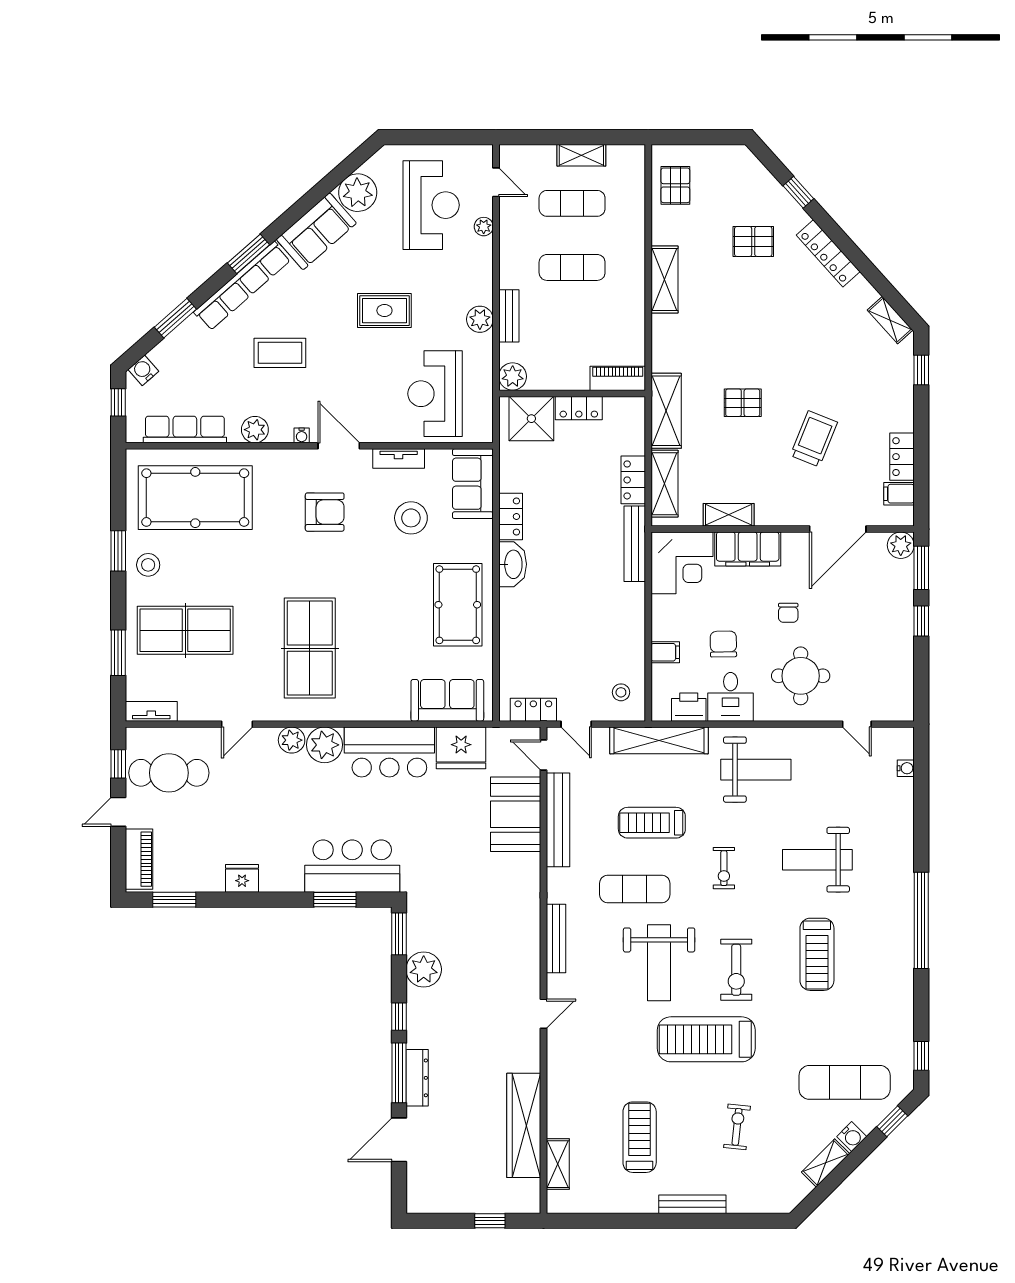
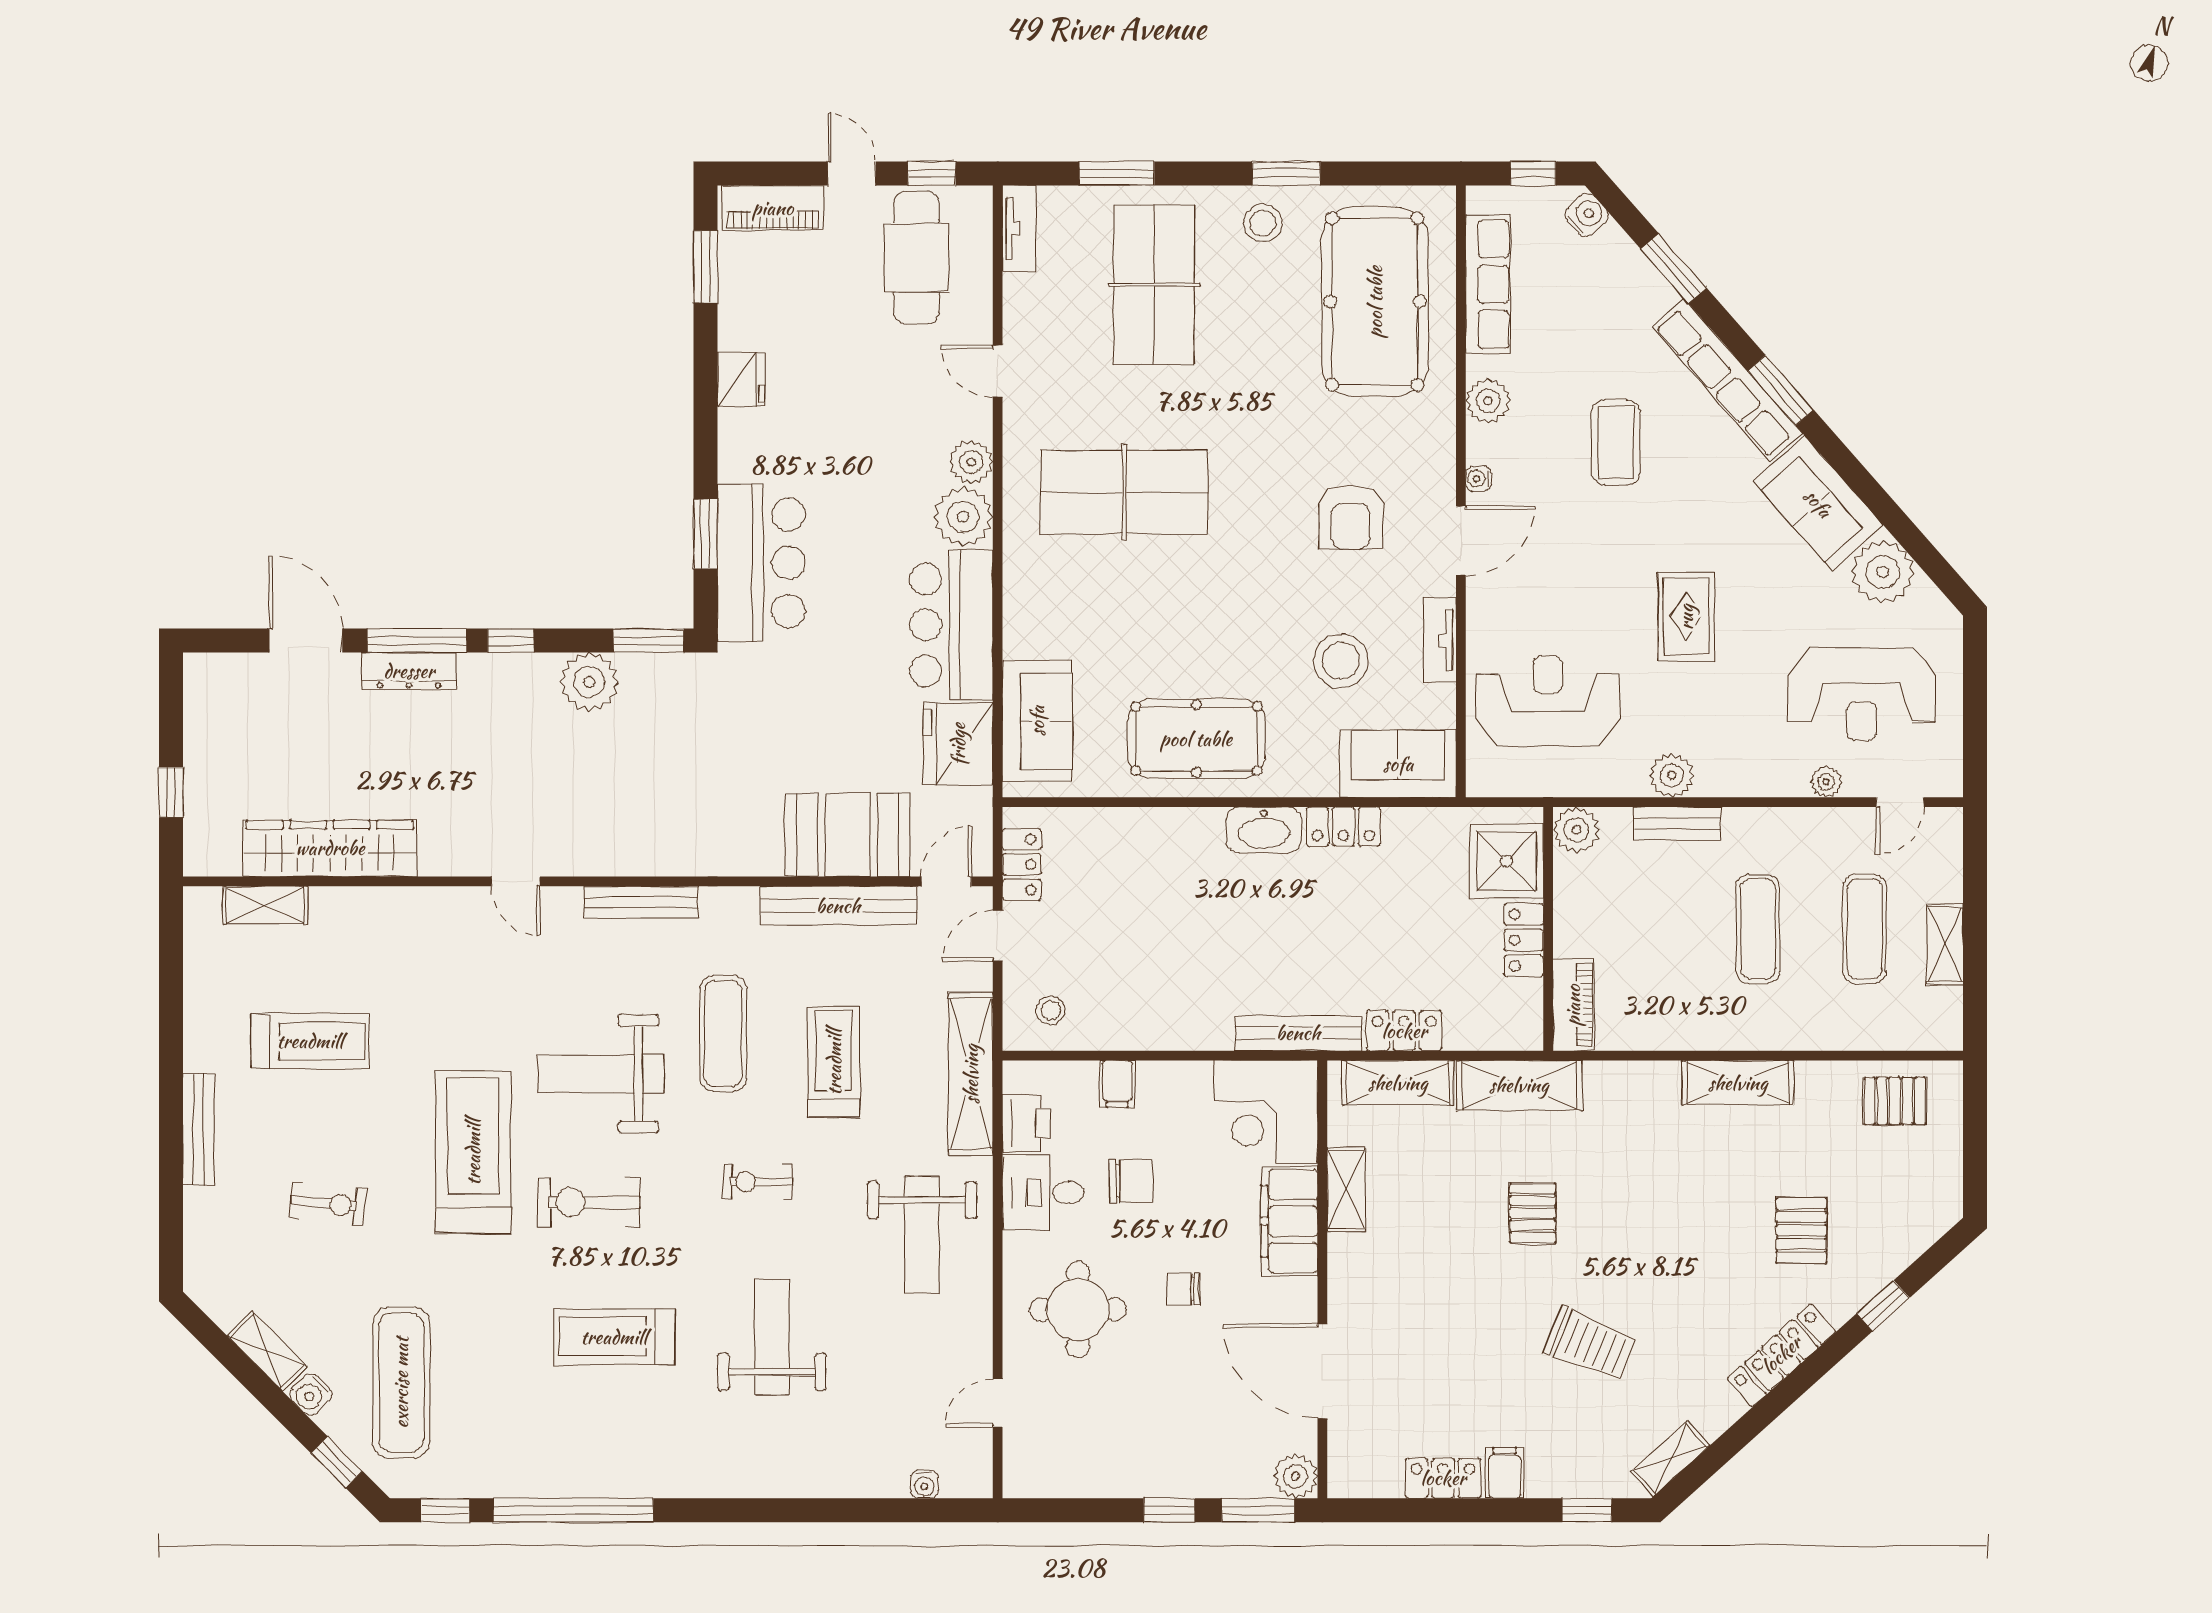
trolley: (814, 439) -> (1590, 1344), moved
filing cabinet: (899, 494) -> (1505, 1473), moved
window: (921, 920) -> (573, 1510), moved

